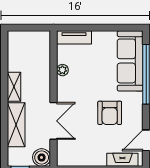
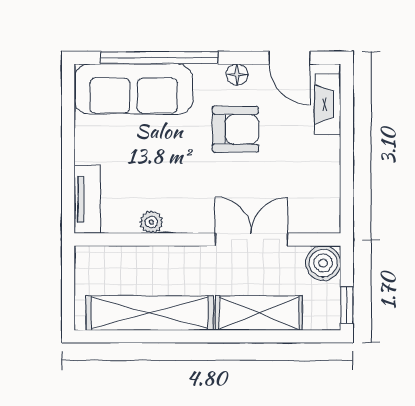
shelving: (14, 87) -> (150, 313), width x2.20, depth x1.33
floor lamp: (138, 114) -> (237, 75), added

